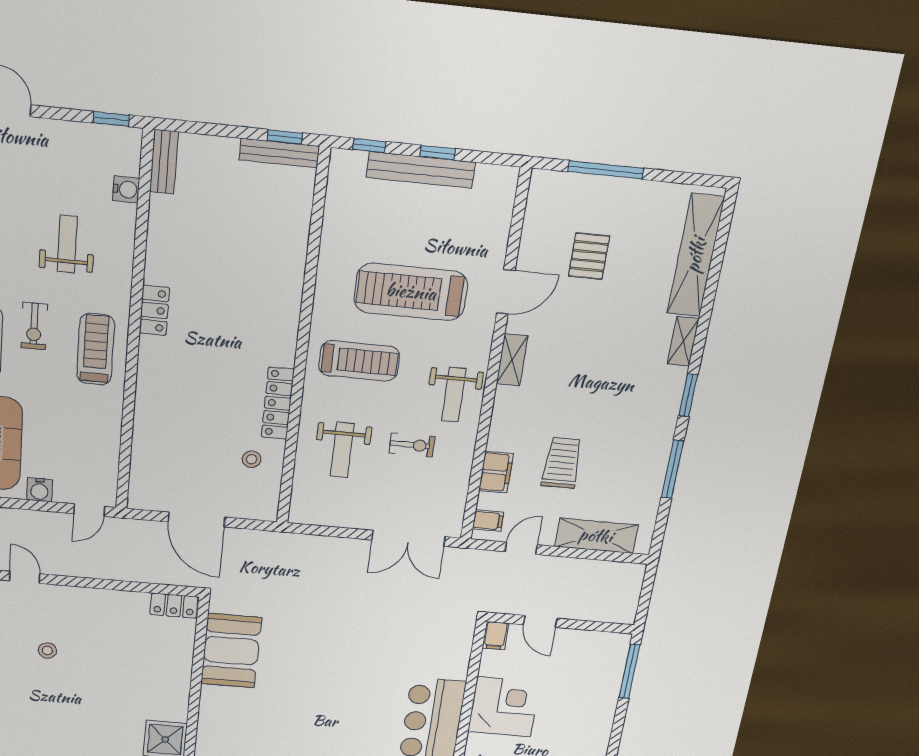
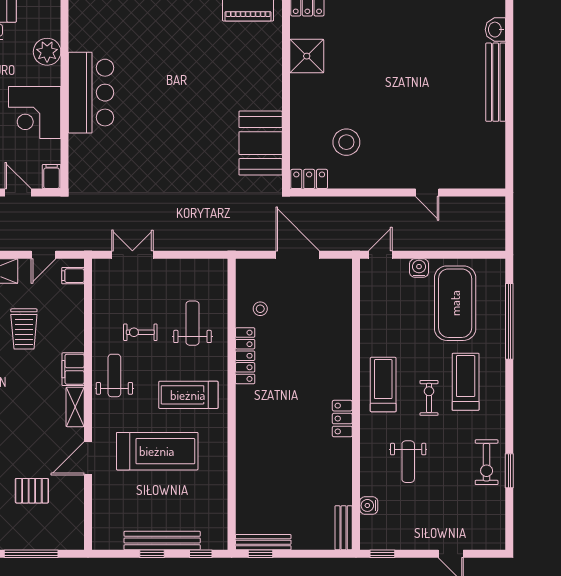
pallet: (589, 256) -> (32, 491), turned 90
treadmill: (96, 349) -> (383, 385), turned 180
filing cabinet: (496, 472) -> (73, 369), moved
double door: (408, 538) -> (132, 255), width x0.73
stool: (47, 651) -> (346, 142), moved, width x1.89, depth x1.89

